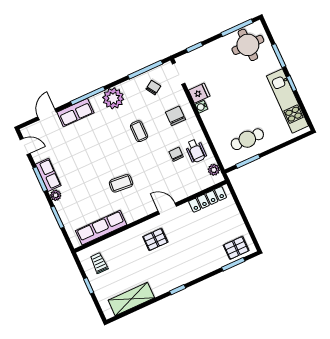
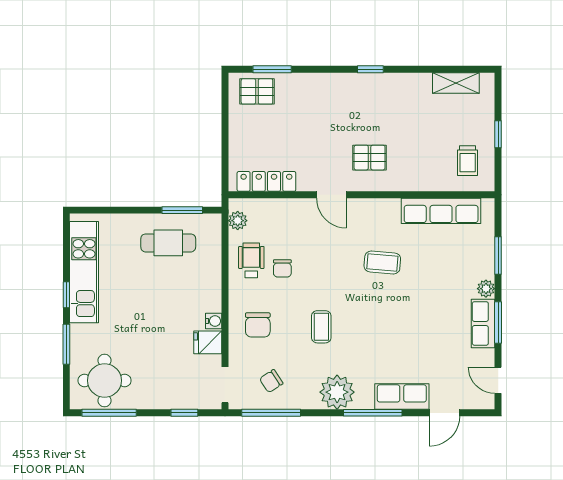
shelving: (131, 299) -> (456, 83), width x0.67, depth x0.75

